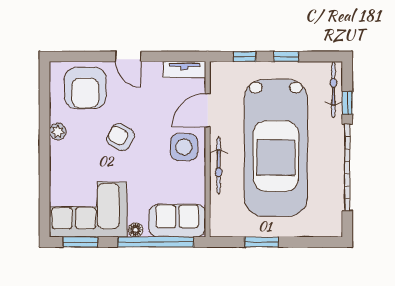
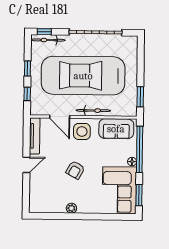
tv unit: (184, 70) -> (35, 136), width x1.41
armchair: (85, 88) -> (45, 191), removed
window: (347, 103) -> (44, 32), moved
car: (276, 148) -> (83, 76), turned 180
sofa: (177, 221) -> (116, 129), moved, turned -90
window: (261, 242) -> (140, 97), moved

